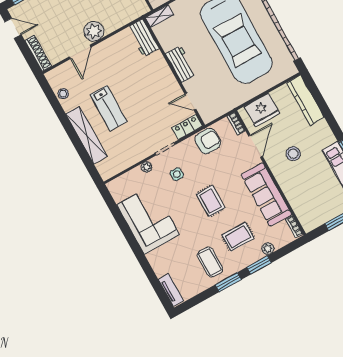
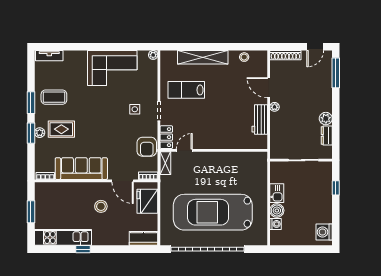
shelving: (159, 16) -> (165, 163), moved
plant: (94, 31) -> (275, 107), width x0.53, depth x0.53
workbench: (143, 38) -> (260, 120), moved, turned -90
workbench: (181, 64) -> (217, 159), removed
kitchen counter: (305, 100) -> (144, 238), width x0.67
lab bench: (108, 108) -> (186, 90), moved
plant: (146, 167) -> (153, 55), moved
rug: (211, 201) -> (100, 124), removed
rug: (238, 237) -> (61, 129), turned 90
plant: (268, 249) -> (40, 133), moved

